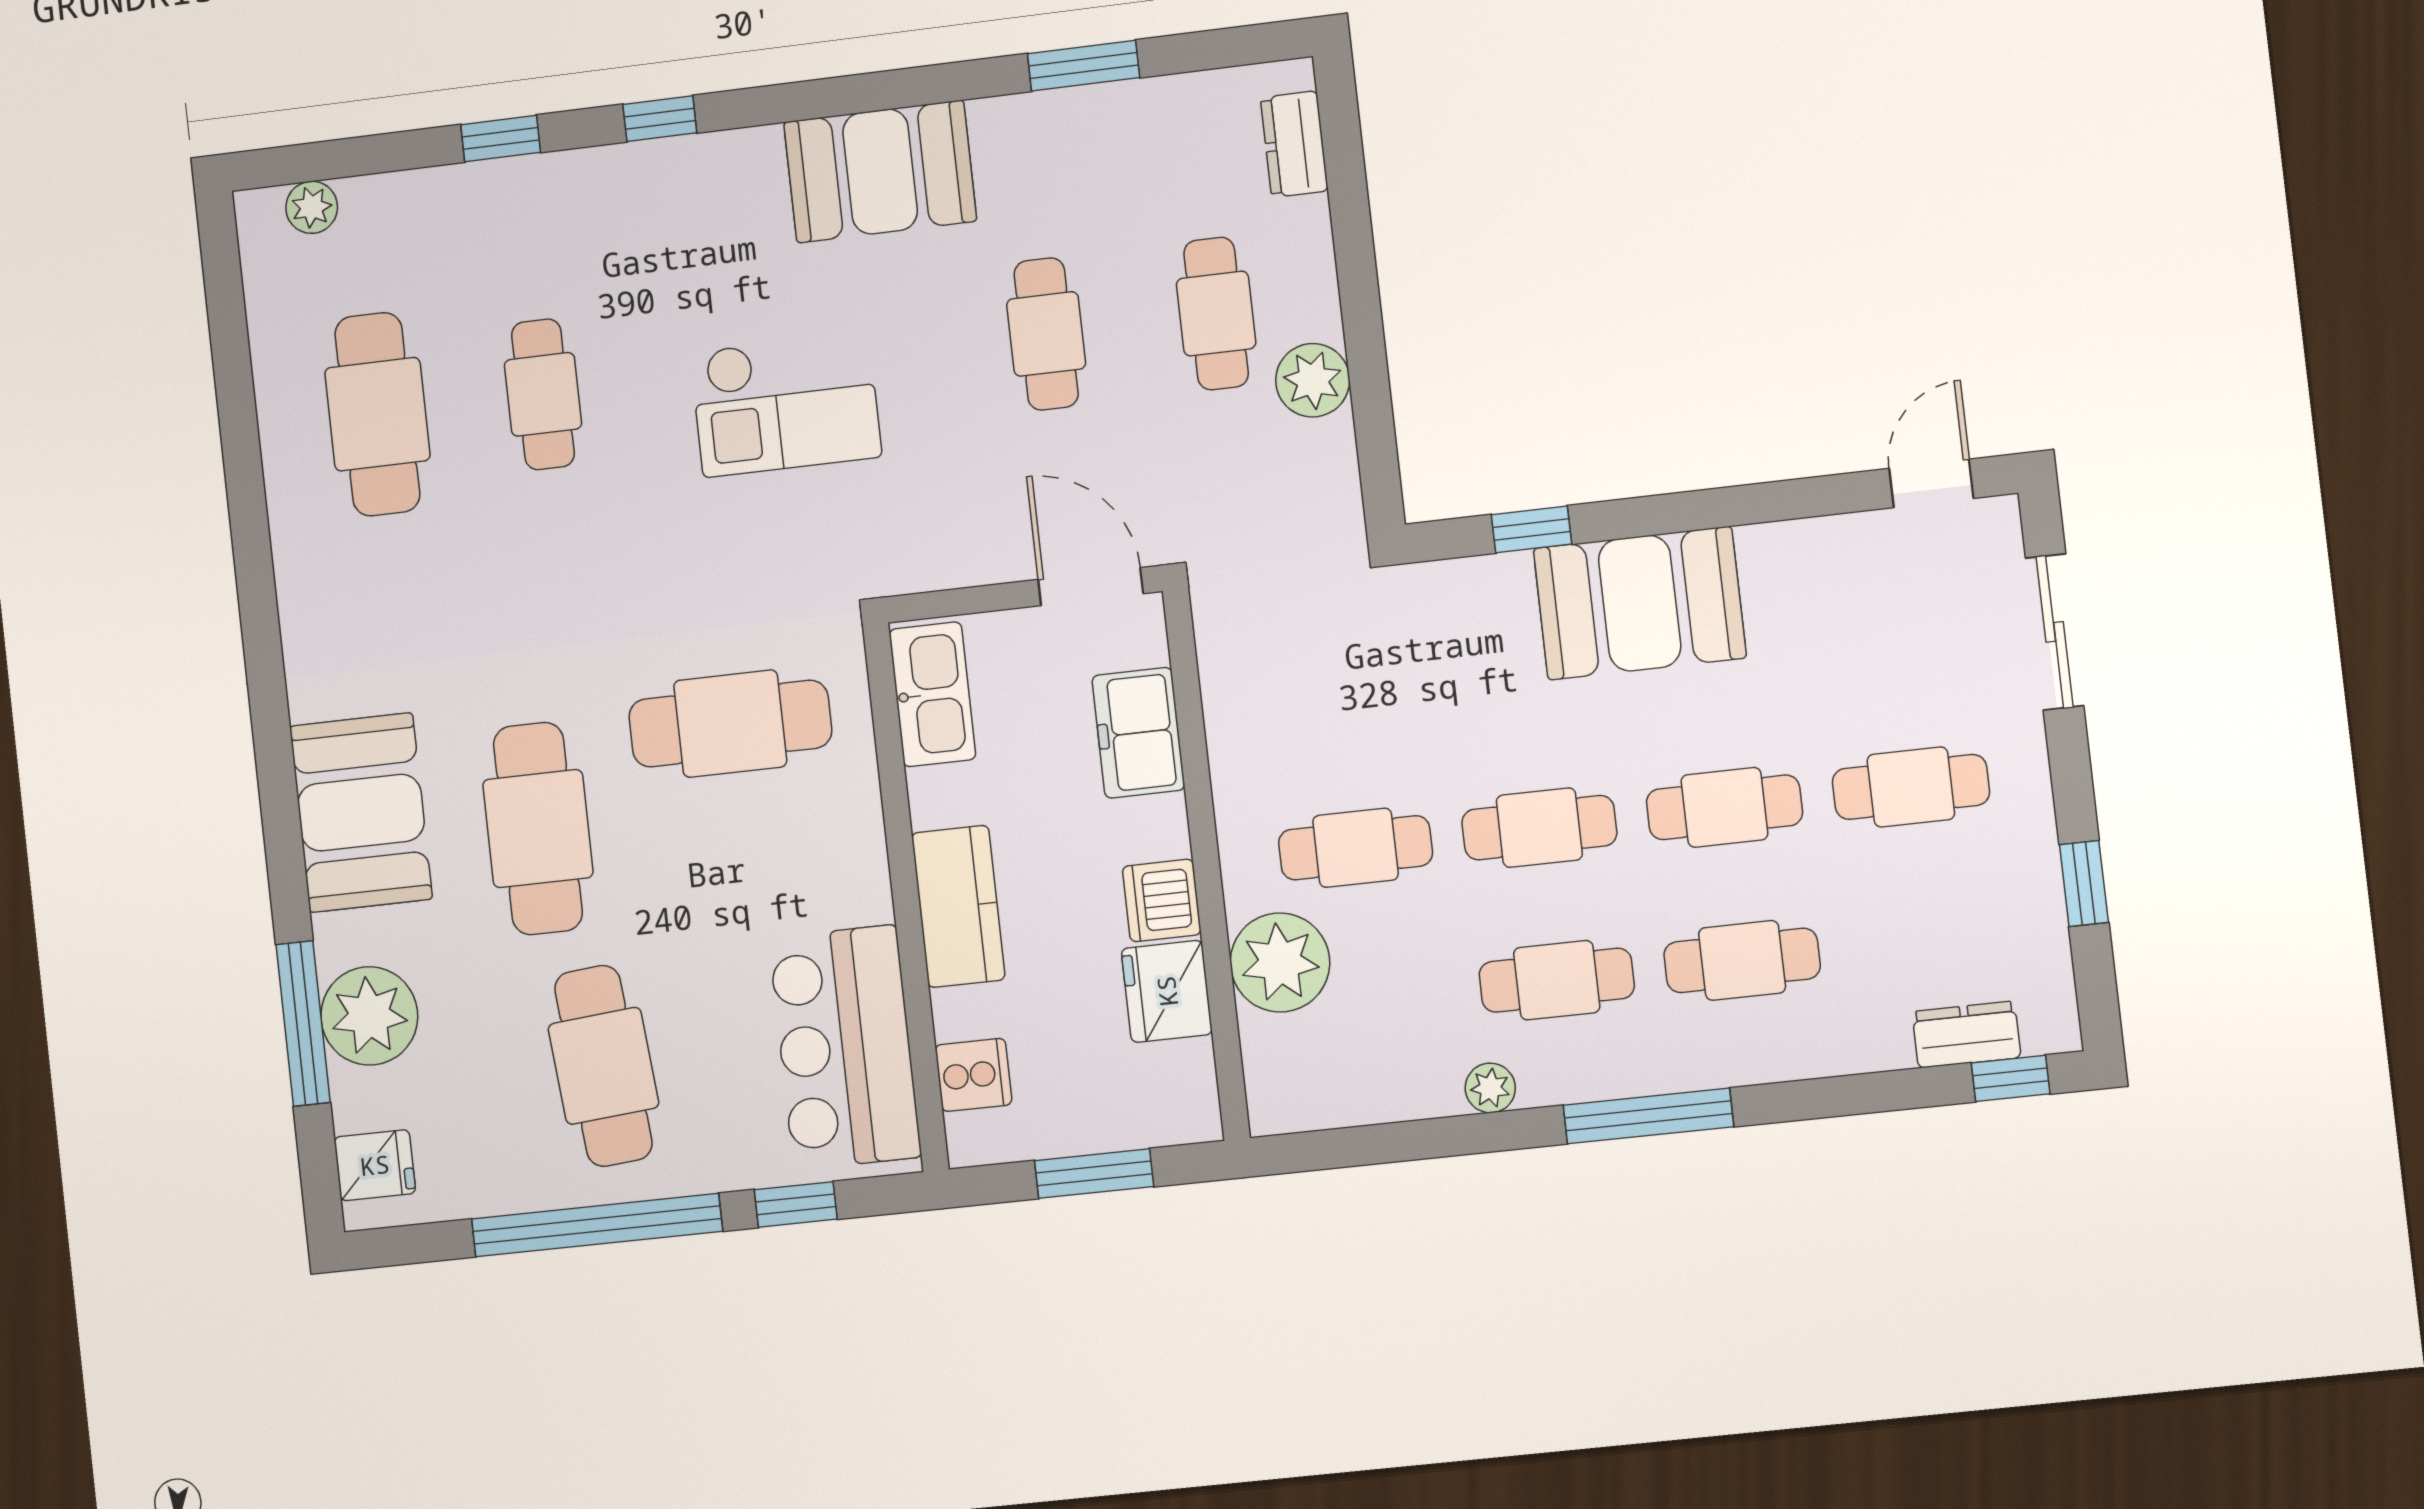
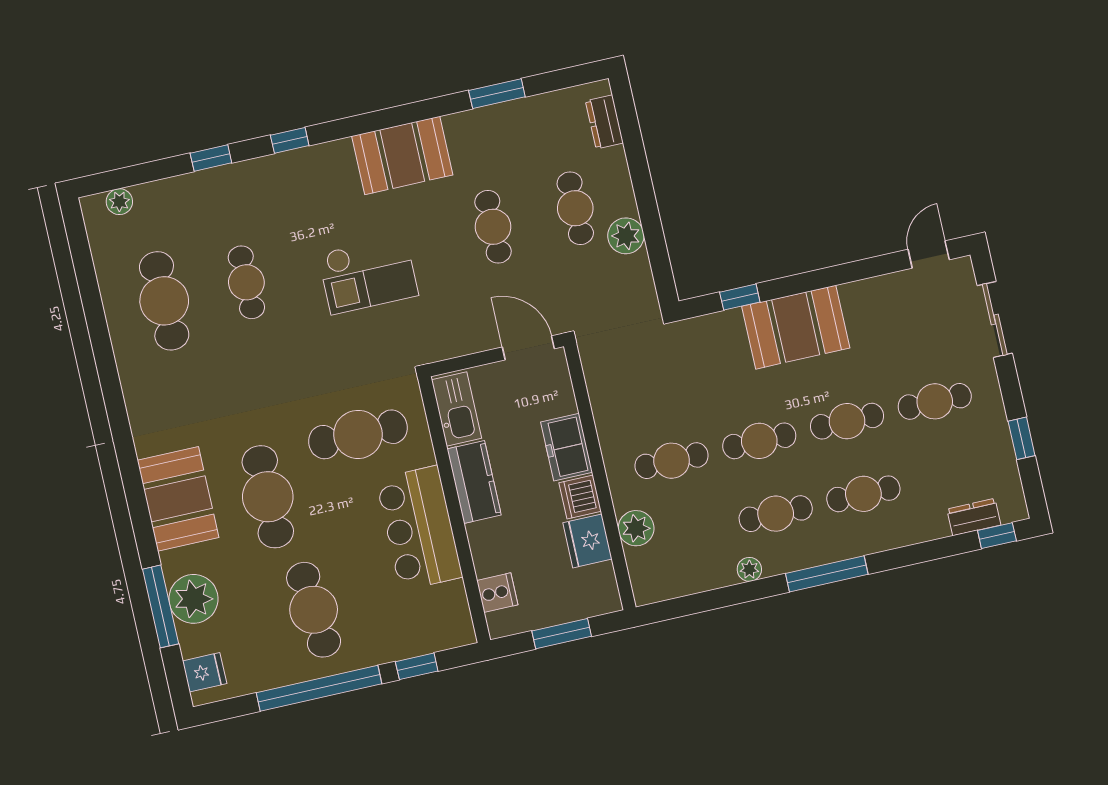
freezer: (1138, 733) -> (567, 447), moved
kitchen counter: (958, 906) -> (474, 482), moved
plant: (1280, 962) -> (636, 528), width x0.73, depth x0.73
bar counter: (845, 1047) -> (419, 528), moved

